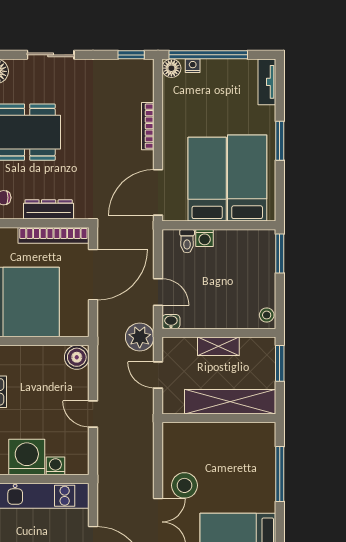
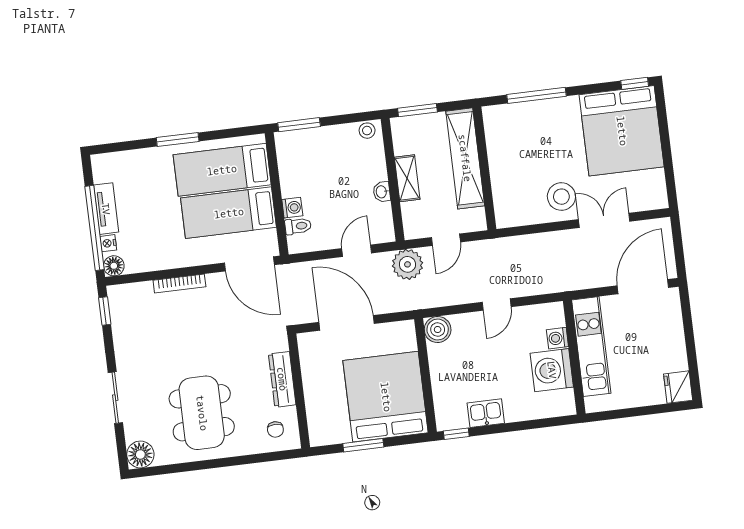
tv unit: (267, 82) -> (106, 209), moved, turned -90
bookcase: (53, 235) -> (309, 371), removed
washbasin: (171, 322) -> (382, 192), moved

